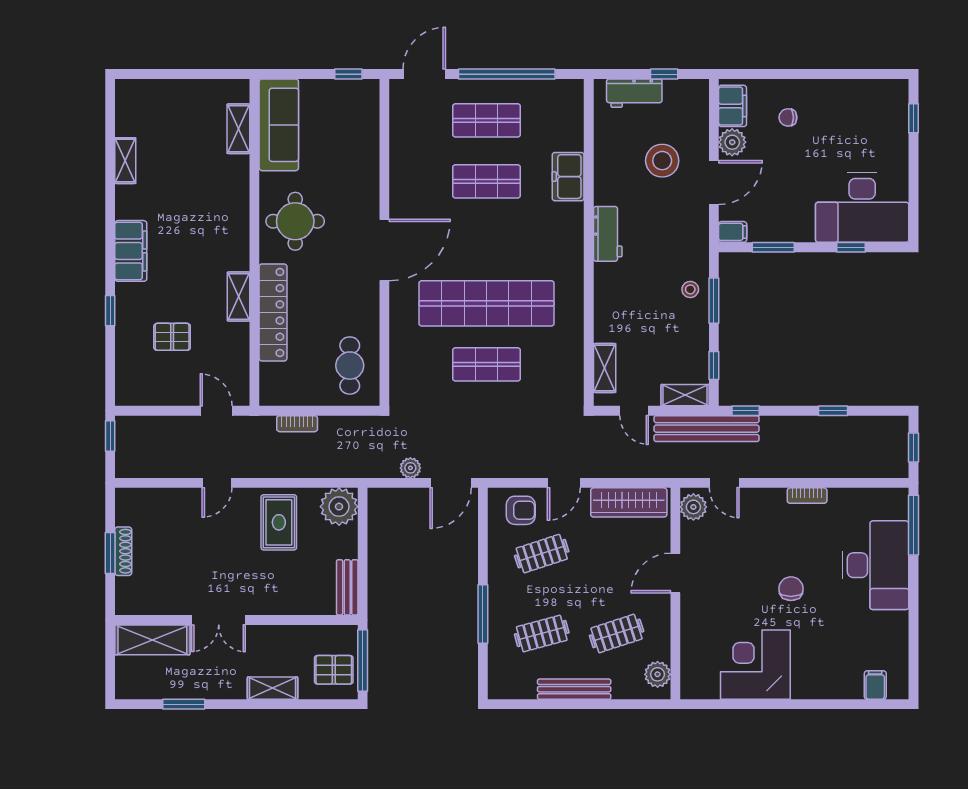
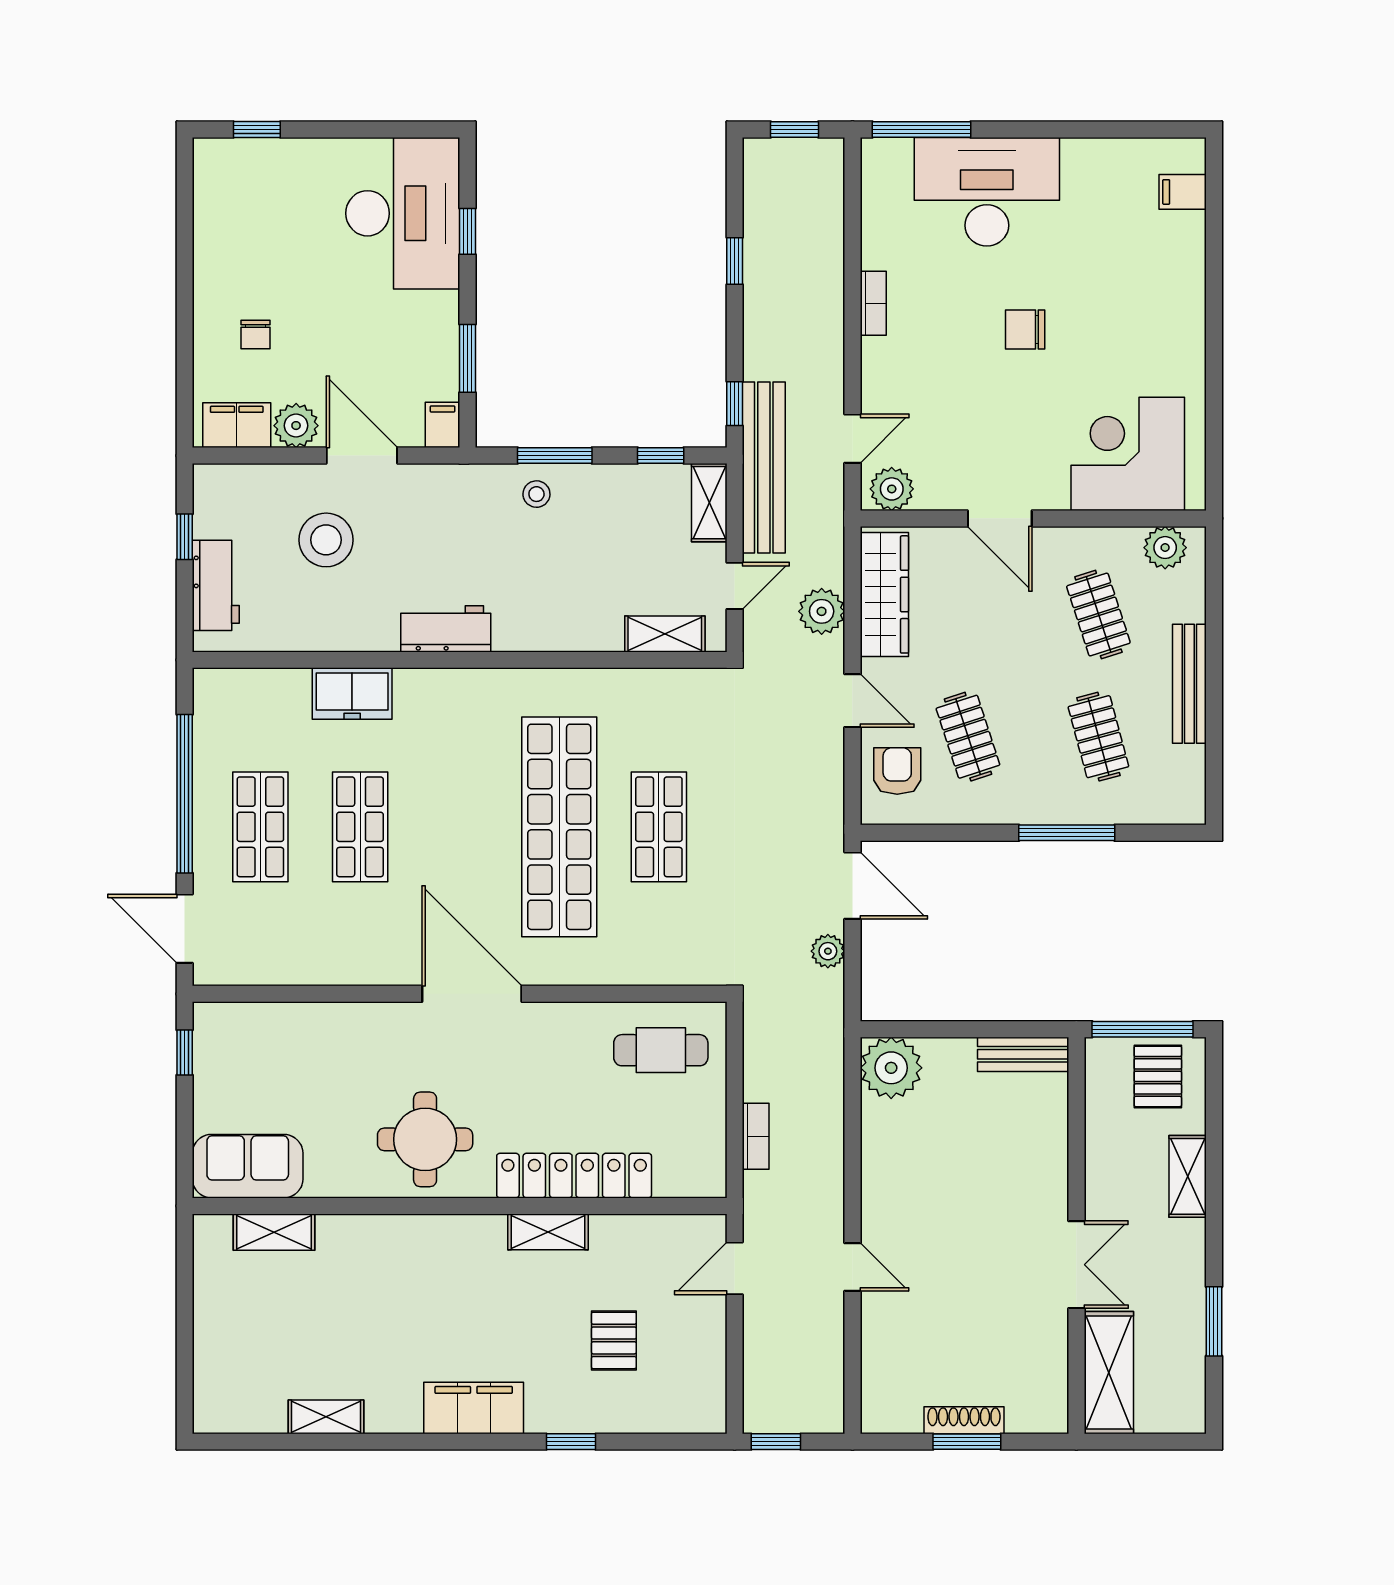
sofa: (279, 125) -> (248, 1166), width x0.73
plant: (618, 464) -> (822, 611), added
rug: (279, 522) -> (917, 1166), removed
corner desk: (755, 665) -> (1128, 454), moved, turned 90

